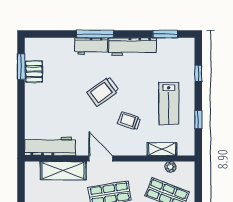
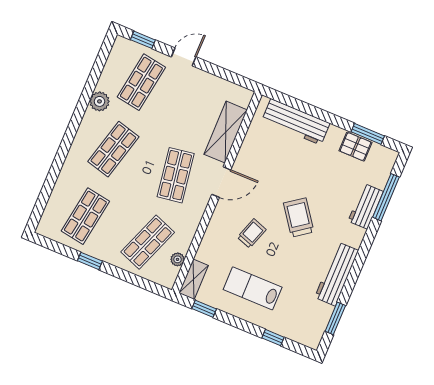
window: (95, 34) -> (386, 197), moved
workbench: (91, 46) -> (366, 206), moved
window: (198, 120) -> (204, 309), moved
workbench: (50, 146) -> (296, 122), moved, turned 90
shelving: (162, 149) -> (194, 279), moved

